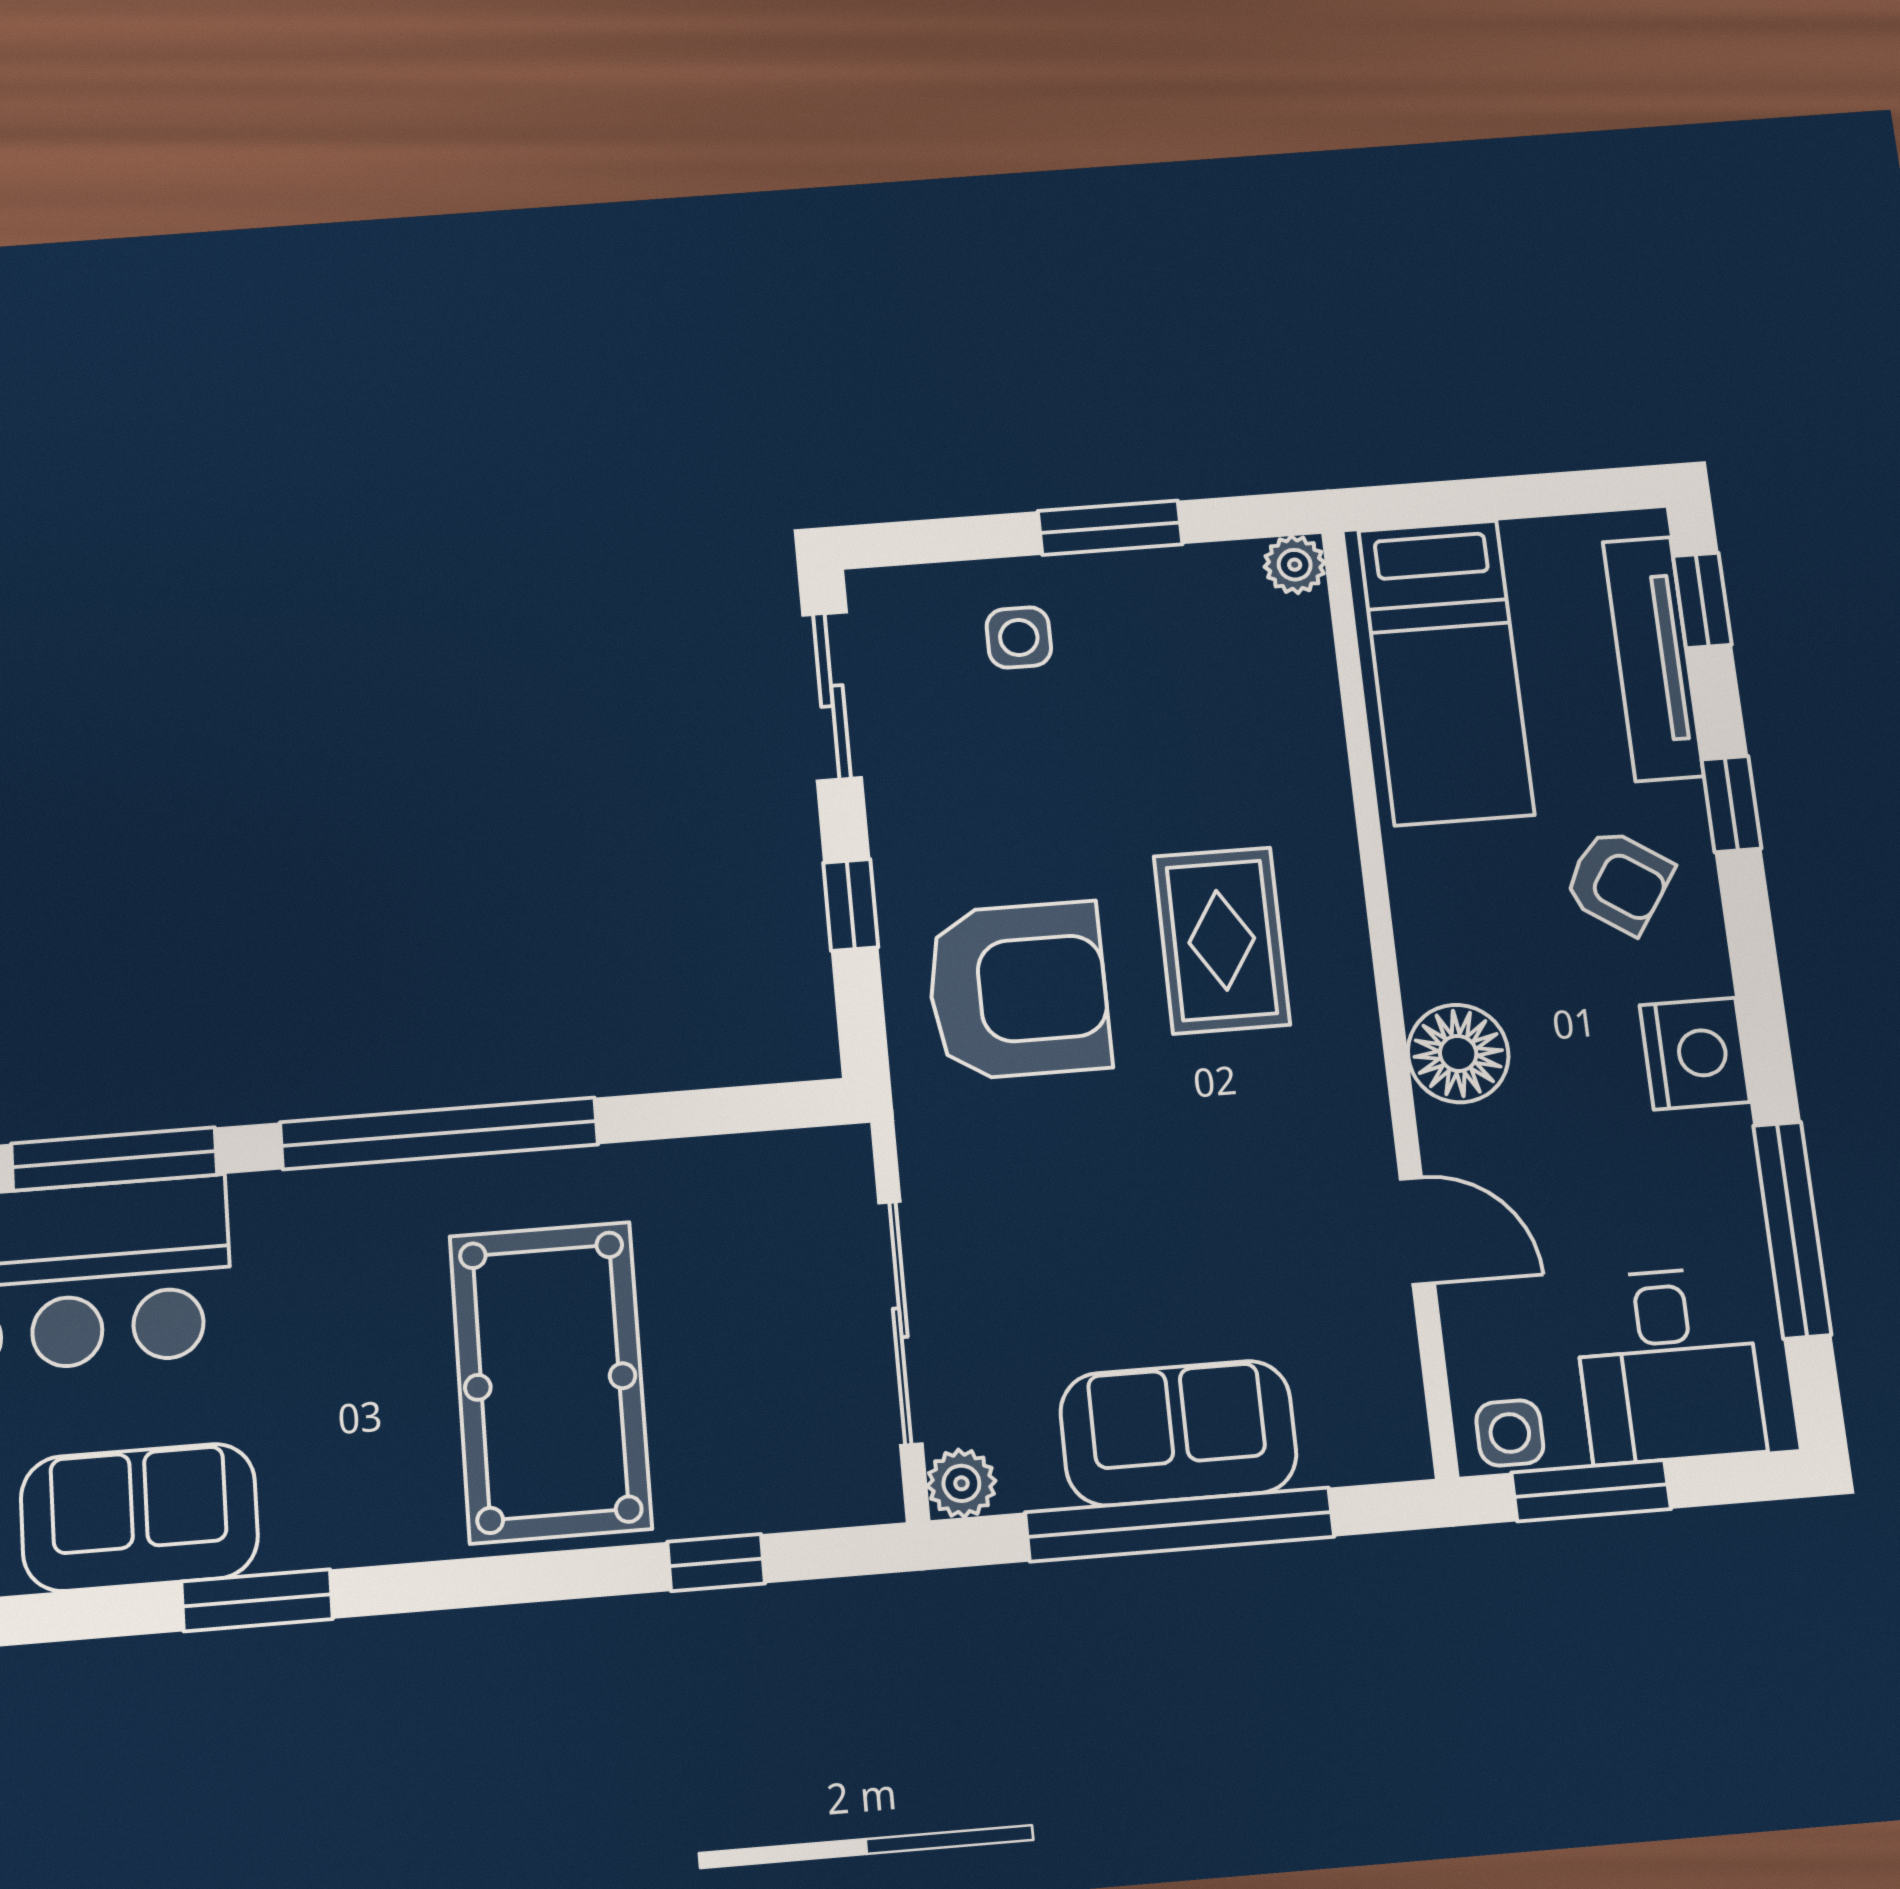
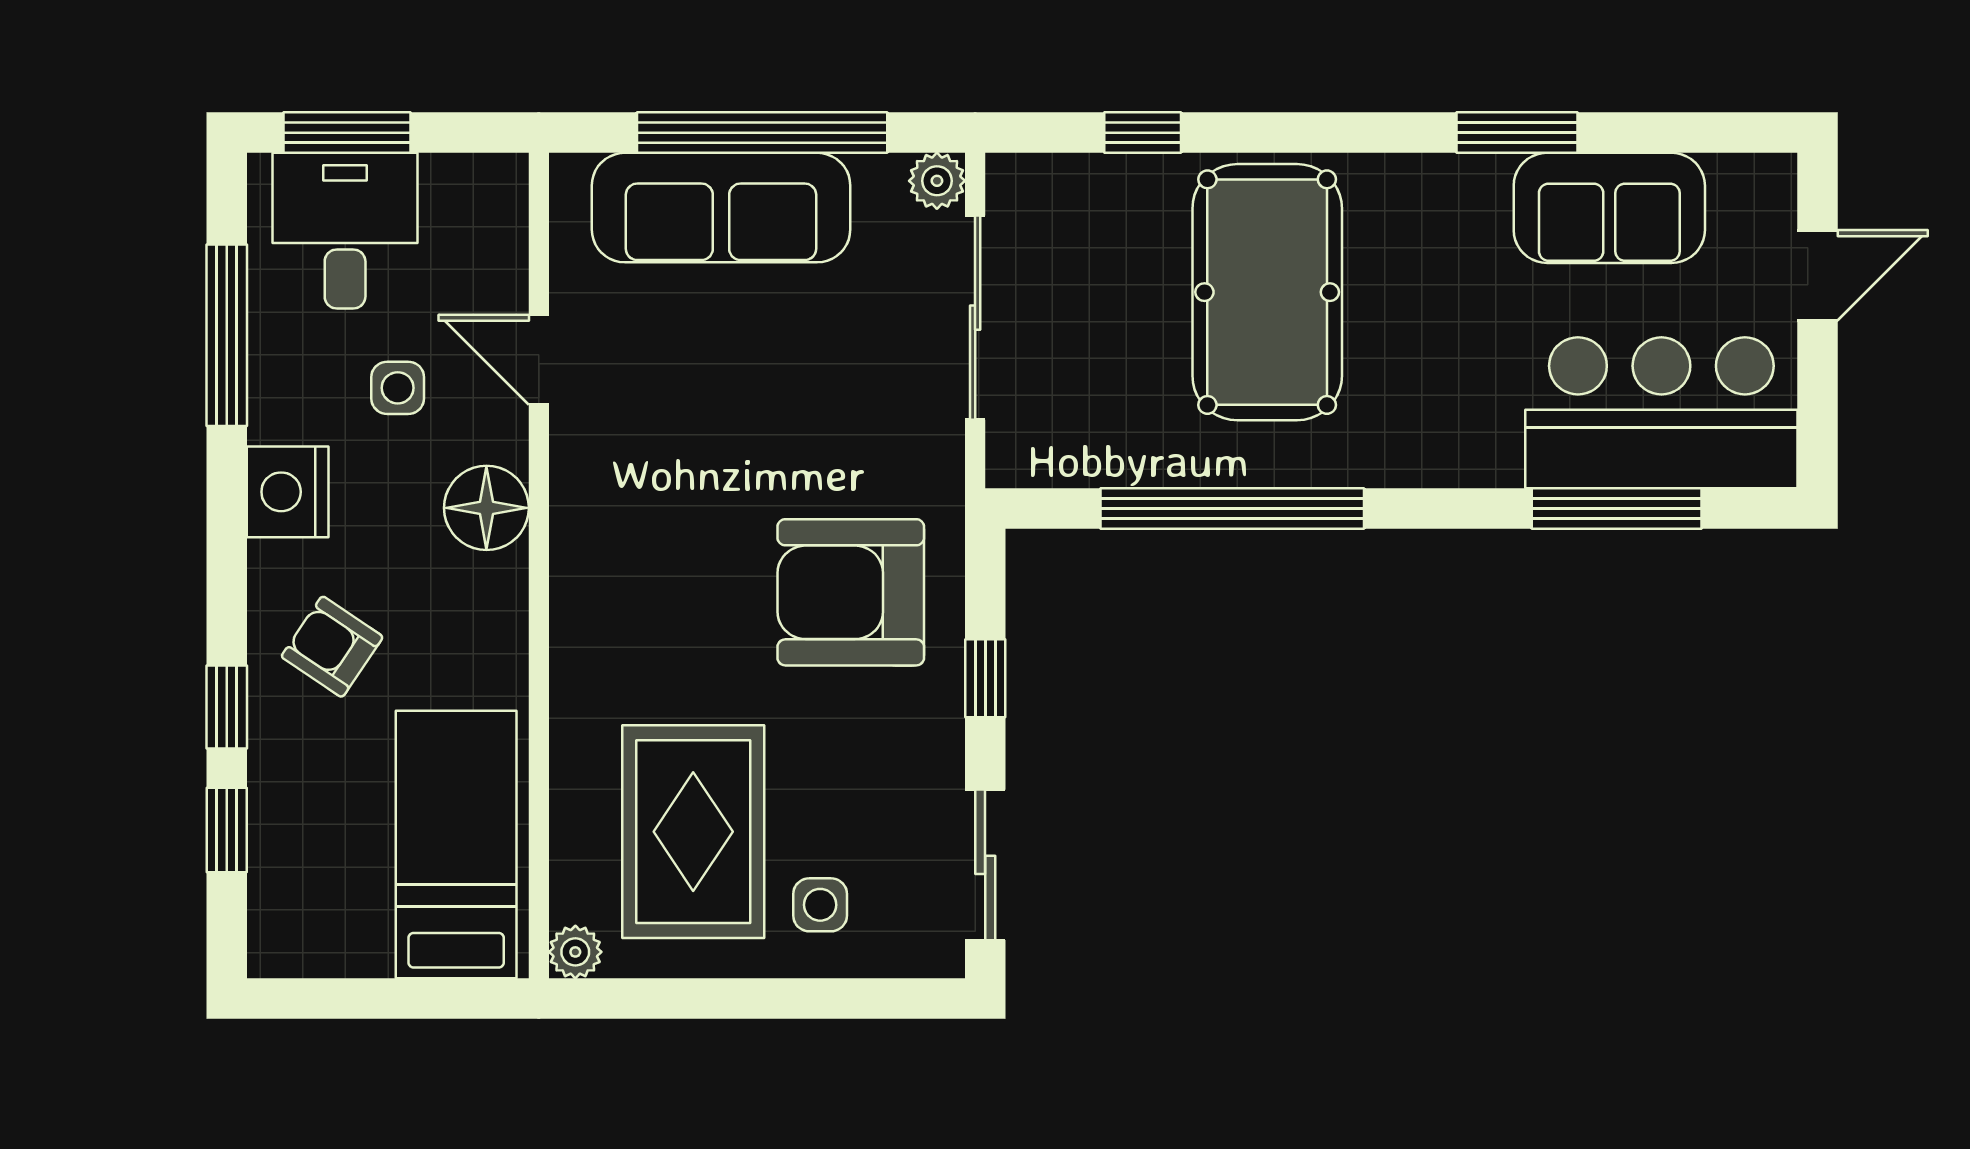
window: (1110, 528) -> (731, 998), removed
window: (1702, 600) -> (227, 830), moved
tv unit: (1653, 658) -> (276, 842), removed
rug: (1222, 940) -> (693, 832), moved, width x1.36, depth x1.43
window: (439, 1133) -> (1232, 508), moved
sofa: (1178, 1433) -> (721, 208), width x1.36
side table: (1510, 1433) -> (398, 388), moved
window: (1591, 1491) -> (347, 133), moved

